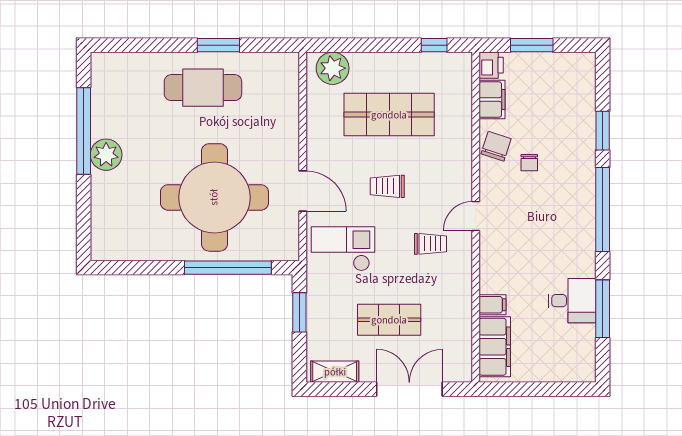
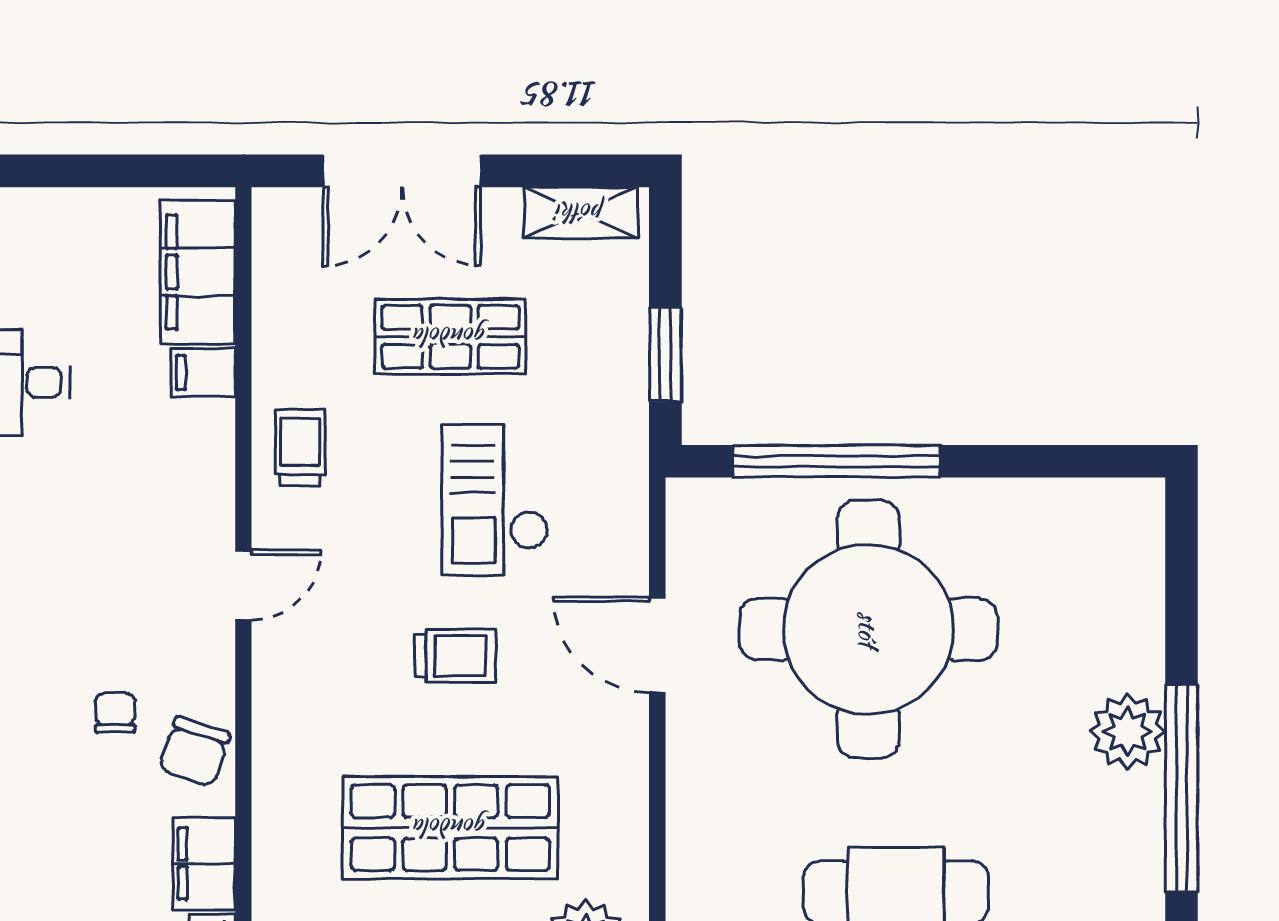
trolley: (431, 244) -> (300, 447), moved, turned 90
checkout: (343, 249) -> (495, 500), moved, turned 90

